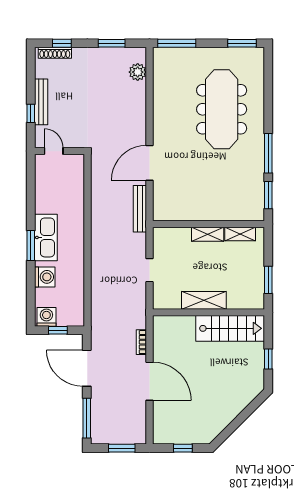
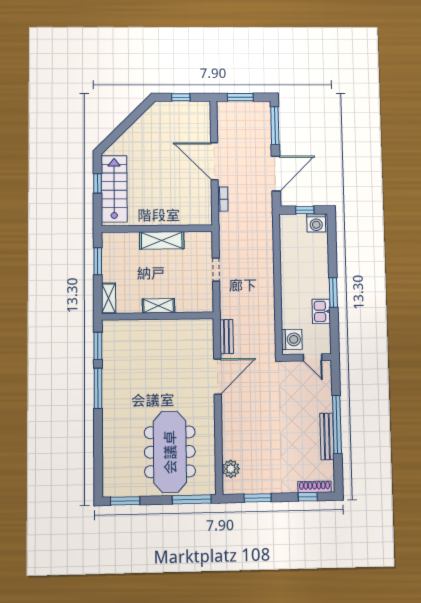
meeting table: (222, 109) -> (170, 452), moved
window: (31, 113) -> (337, 424), width x3.17
door: (54, 151) -> (313, 357), moved
wall: (60, 151) -> (307, 357), moved
bench: (140, 209) -> (227, 337), width x0.73
shelving: (240, 234) -> (109, 298), moved, turned 90
kitchen sink: (46, 237) -> (321, 311), width x0.53, depth x0.81
washing machine: (45, 277) -> (292, 339), moved, turned 180
stairs: (230, 328) -> (114, 189), moved, turned 90
door: (87, 368) -> (276, 174), hinge flipped

